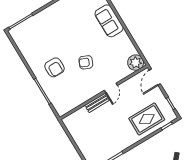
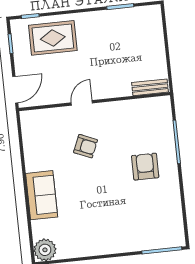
armchair: (86, 62) -> (86, 146), moved
plant: (136, 63) -> (32, 122), removed
bench: (97, 103) -> (150, 87), moved

